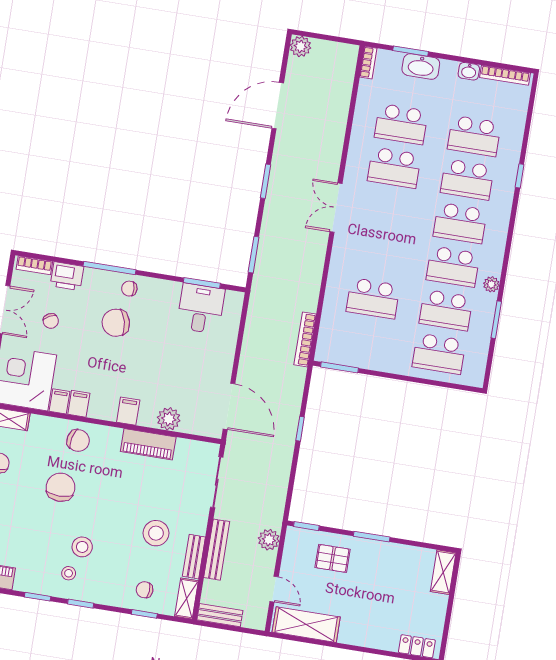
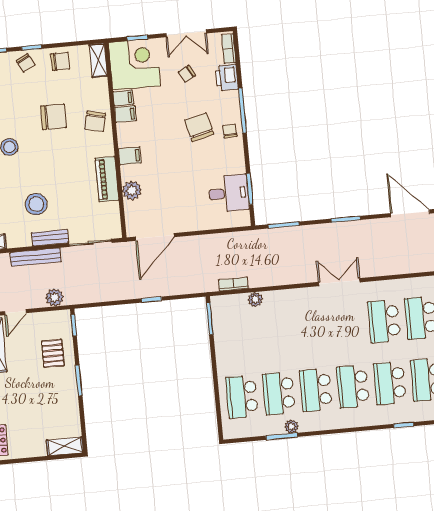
plant: (491, 284) -> (292, 427), moved
school desk: (373, 298) -> (273, 332), removed
plant: (331, 309) -> (255, 299), added
bookcase: (305, 339) -> (233, 284), width x0.64
bench: (194, 557) -> (50, 238), moved

